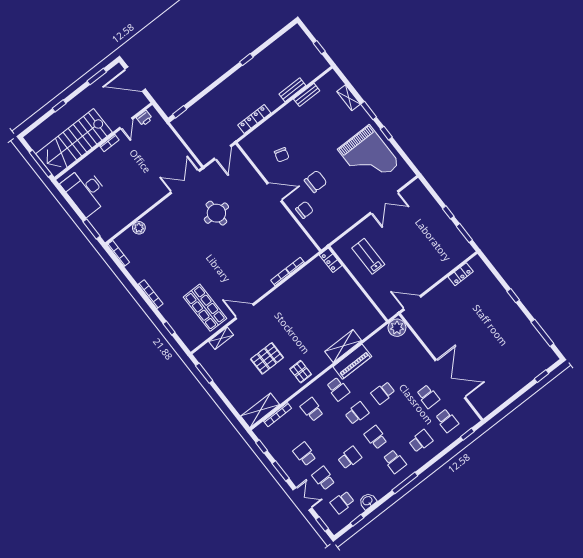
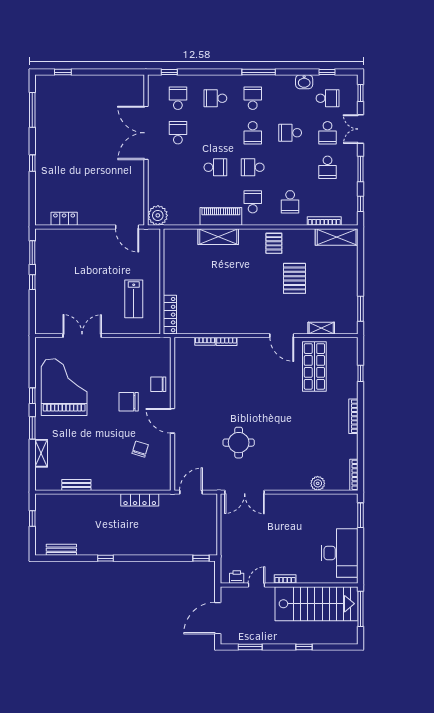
door: (135, 79) -> (218, 618), swing flipped
bench: (292, 90) -> (61, 550), moved
locker: (331, 260) -> (170, 315), width x1.53
pallet: (267, 358) -> (294, 278), turned 90

